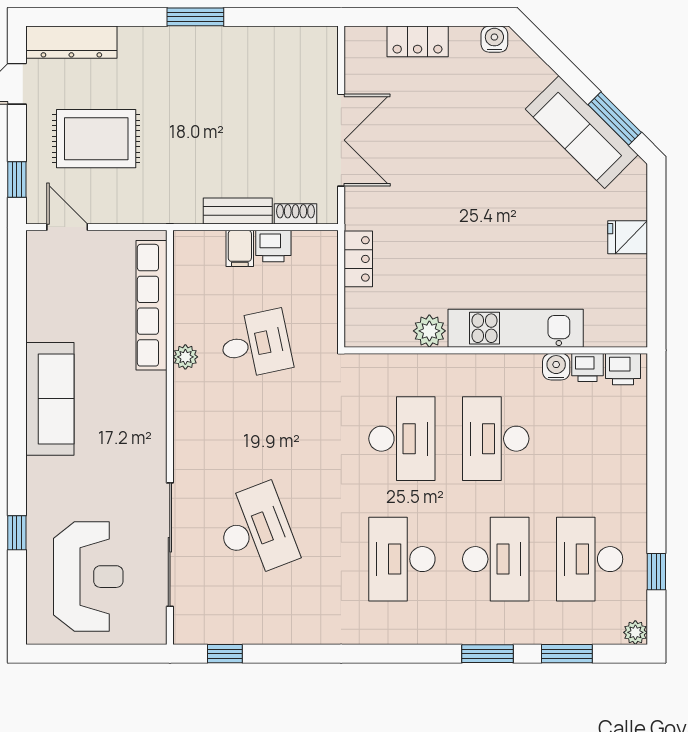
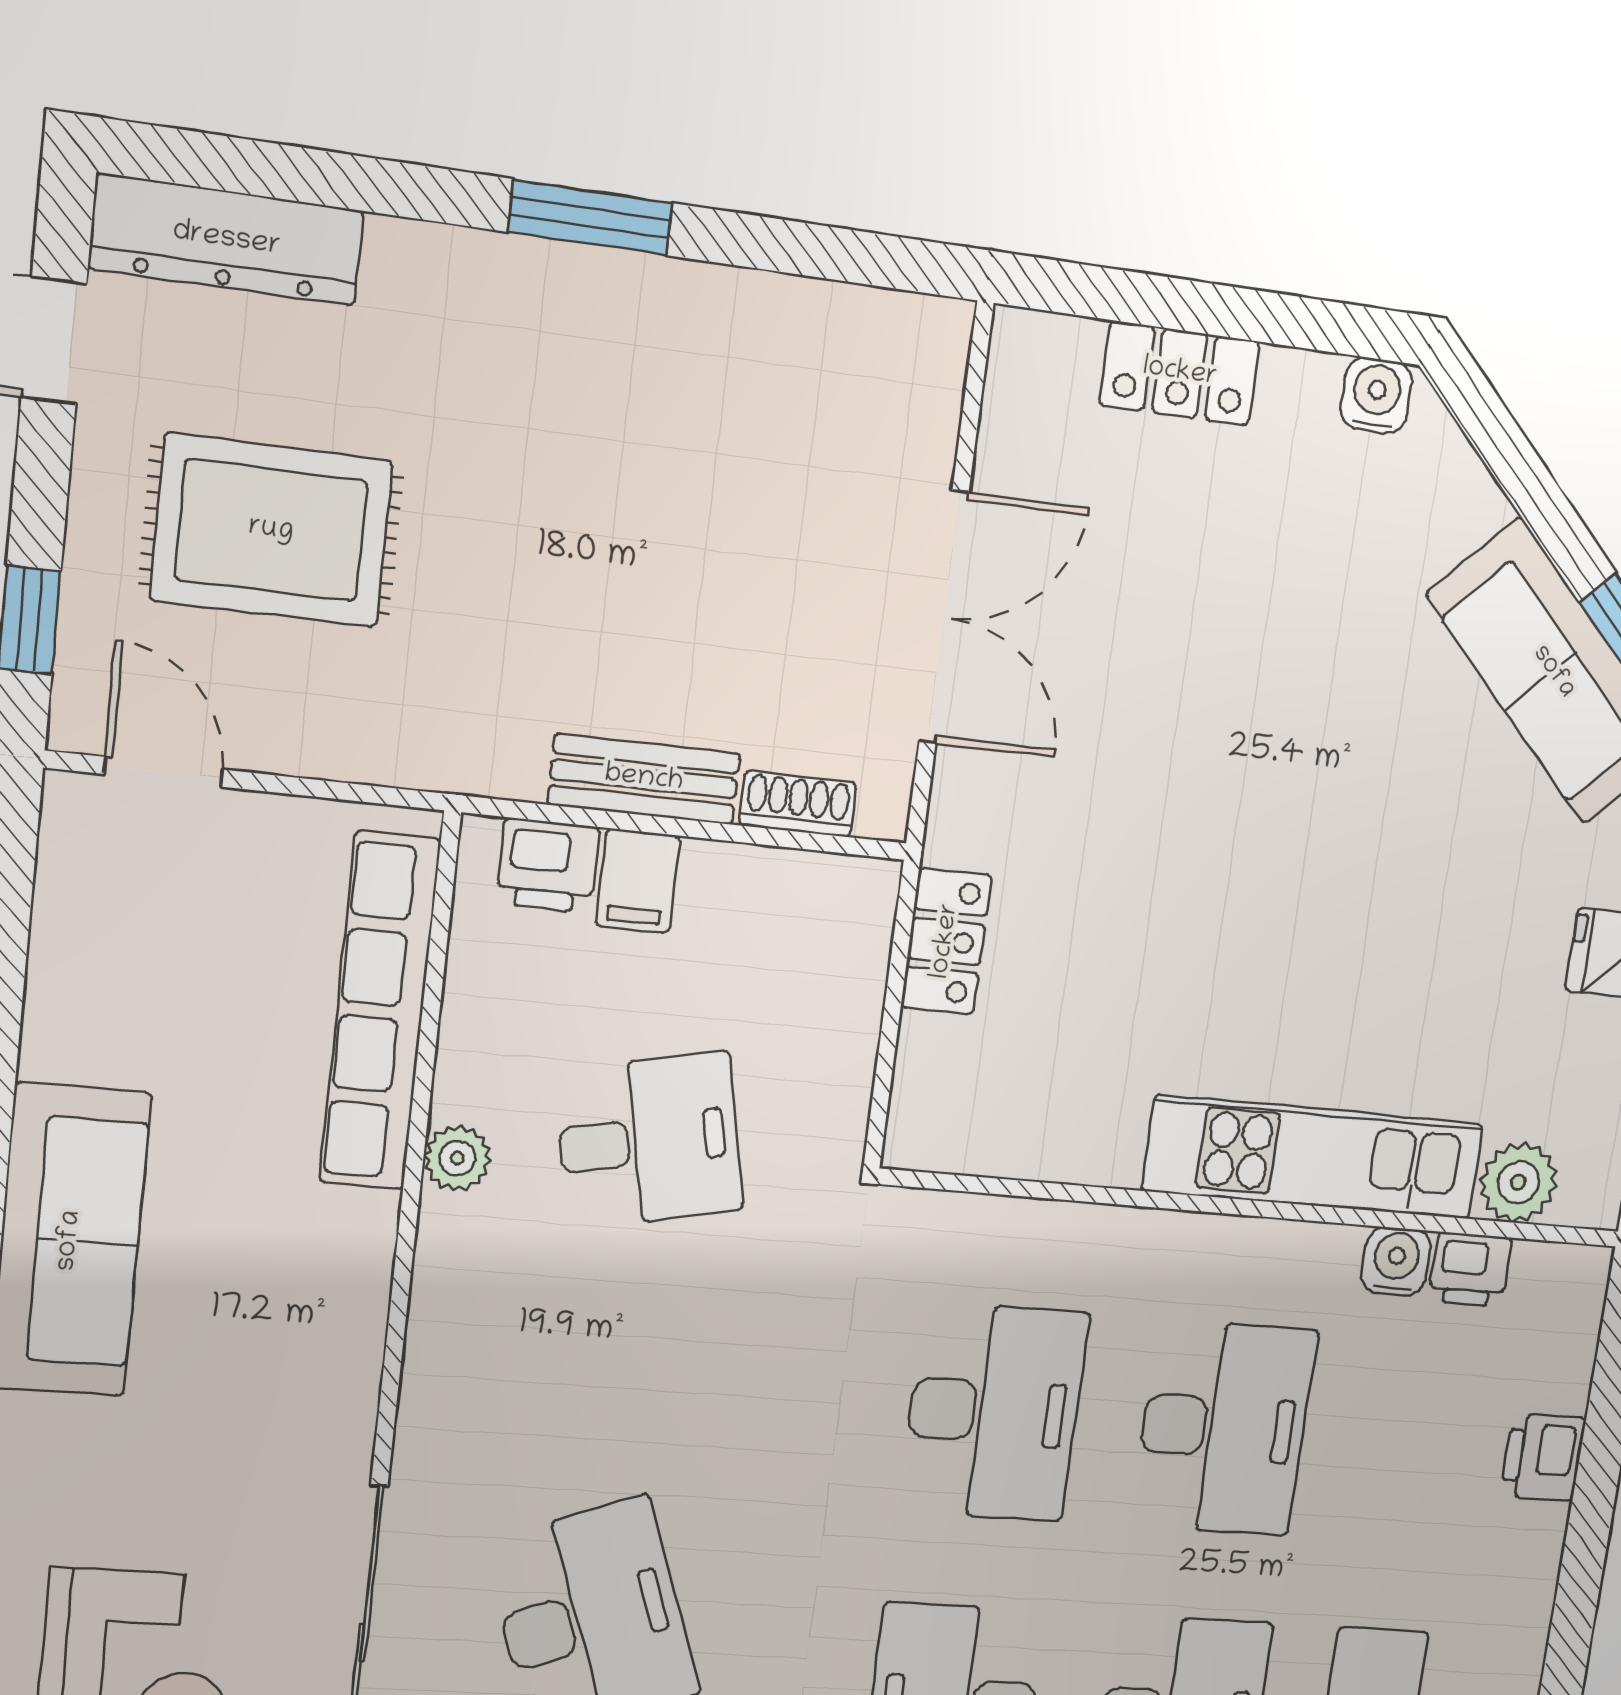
printer: (273, 246) -> (548, 865), moved
plant: (429, 331) -> (1518, 1182), moved
printer: (623, 369) -> (1543, 1457), moved, turned 90
desk: (496, 439) -> (1224, 1428), turned 180

